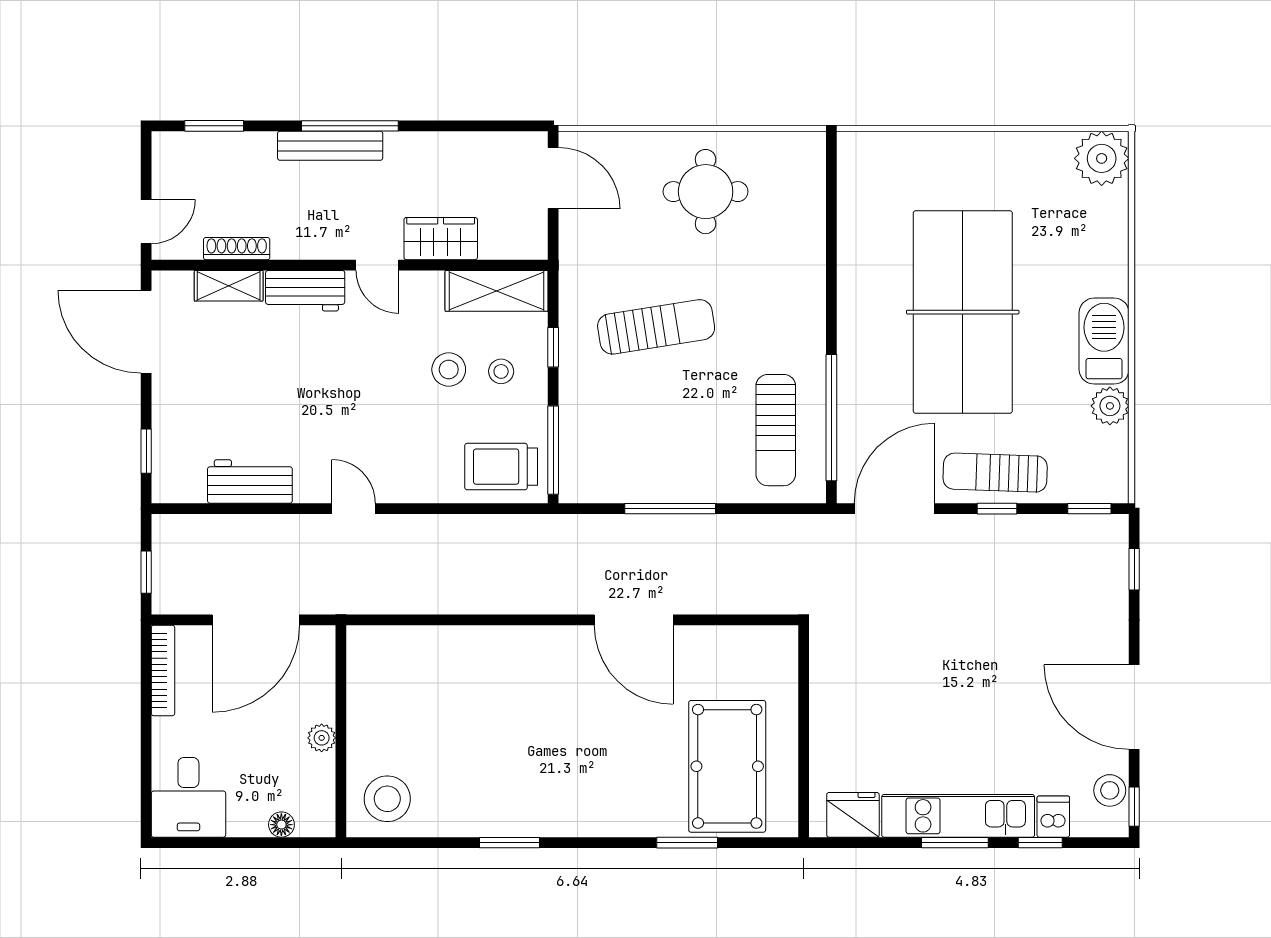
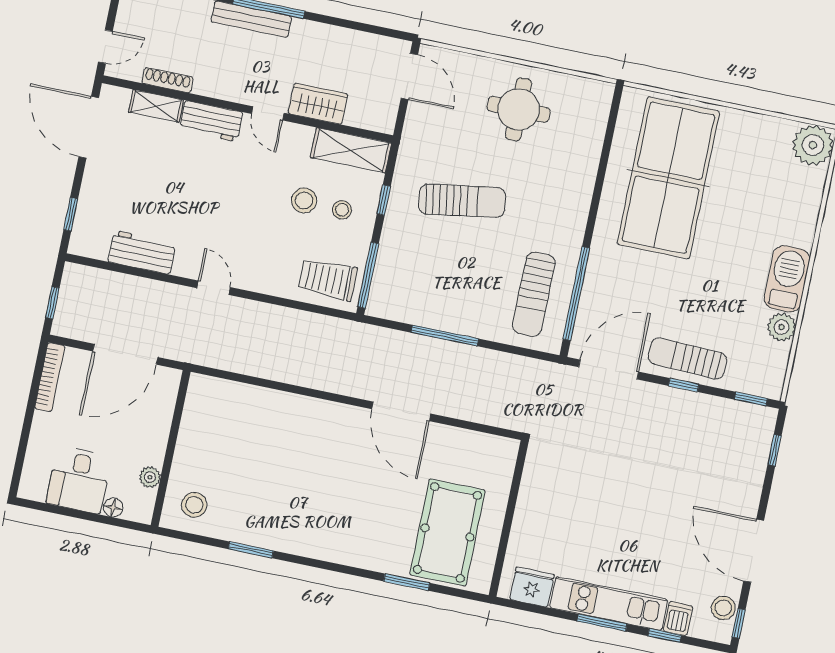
table tennis table: (963, 312) -> (668, 178), moved
plant: (322, 738) -> (150, 477), moved
desk: (188, 797) -> (79, 480), moved
stool: (387, 799) -> (194, 505), width x0.73, depth x0.73
window: (510, 843) -> (251, 550), moved

